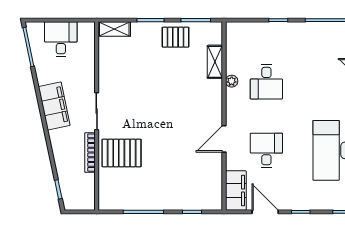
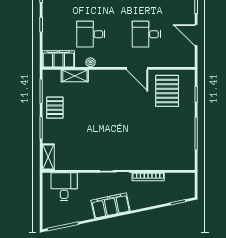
desk: (61, 39) -> (64, 187), moved, turned 90
desk: (266, 82) -> (91, 34), turned 180
pallet: (122, 153) -> (167, 91), moved
filing cabinet: (236, 191) -> (58, 59), moved
door: (265, 212) -> (196, 35), hinge flipped

